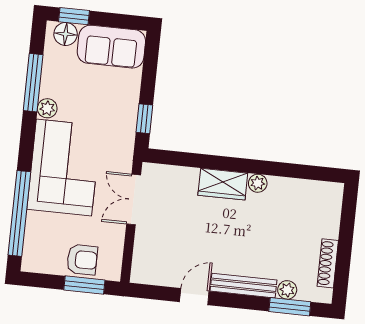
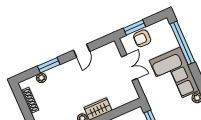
double door: (134, 200) -> (129, 68), moved
bench: (244, 286) -> (62, 68), removed
window: (290, 307) -> (49, 65), moved

